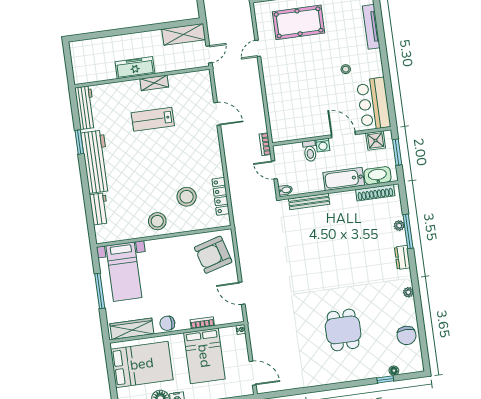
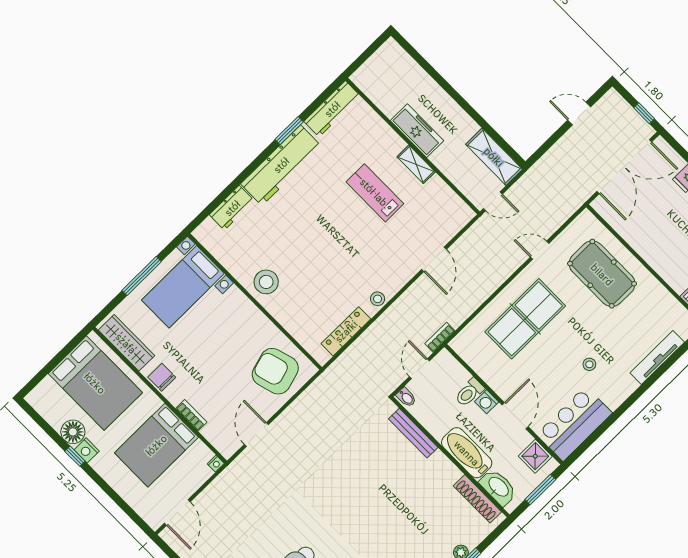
table tennis table: (291, 87) -> (525, 319), added
stool: (187, 197) -> (378, 299), moved, width x0.53, depth x0.53

